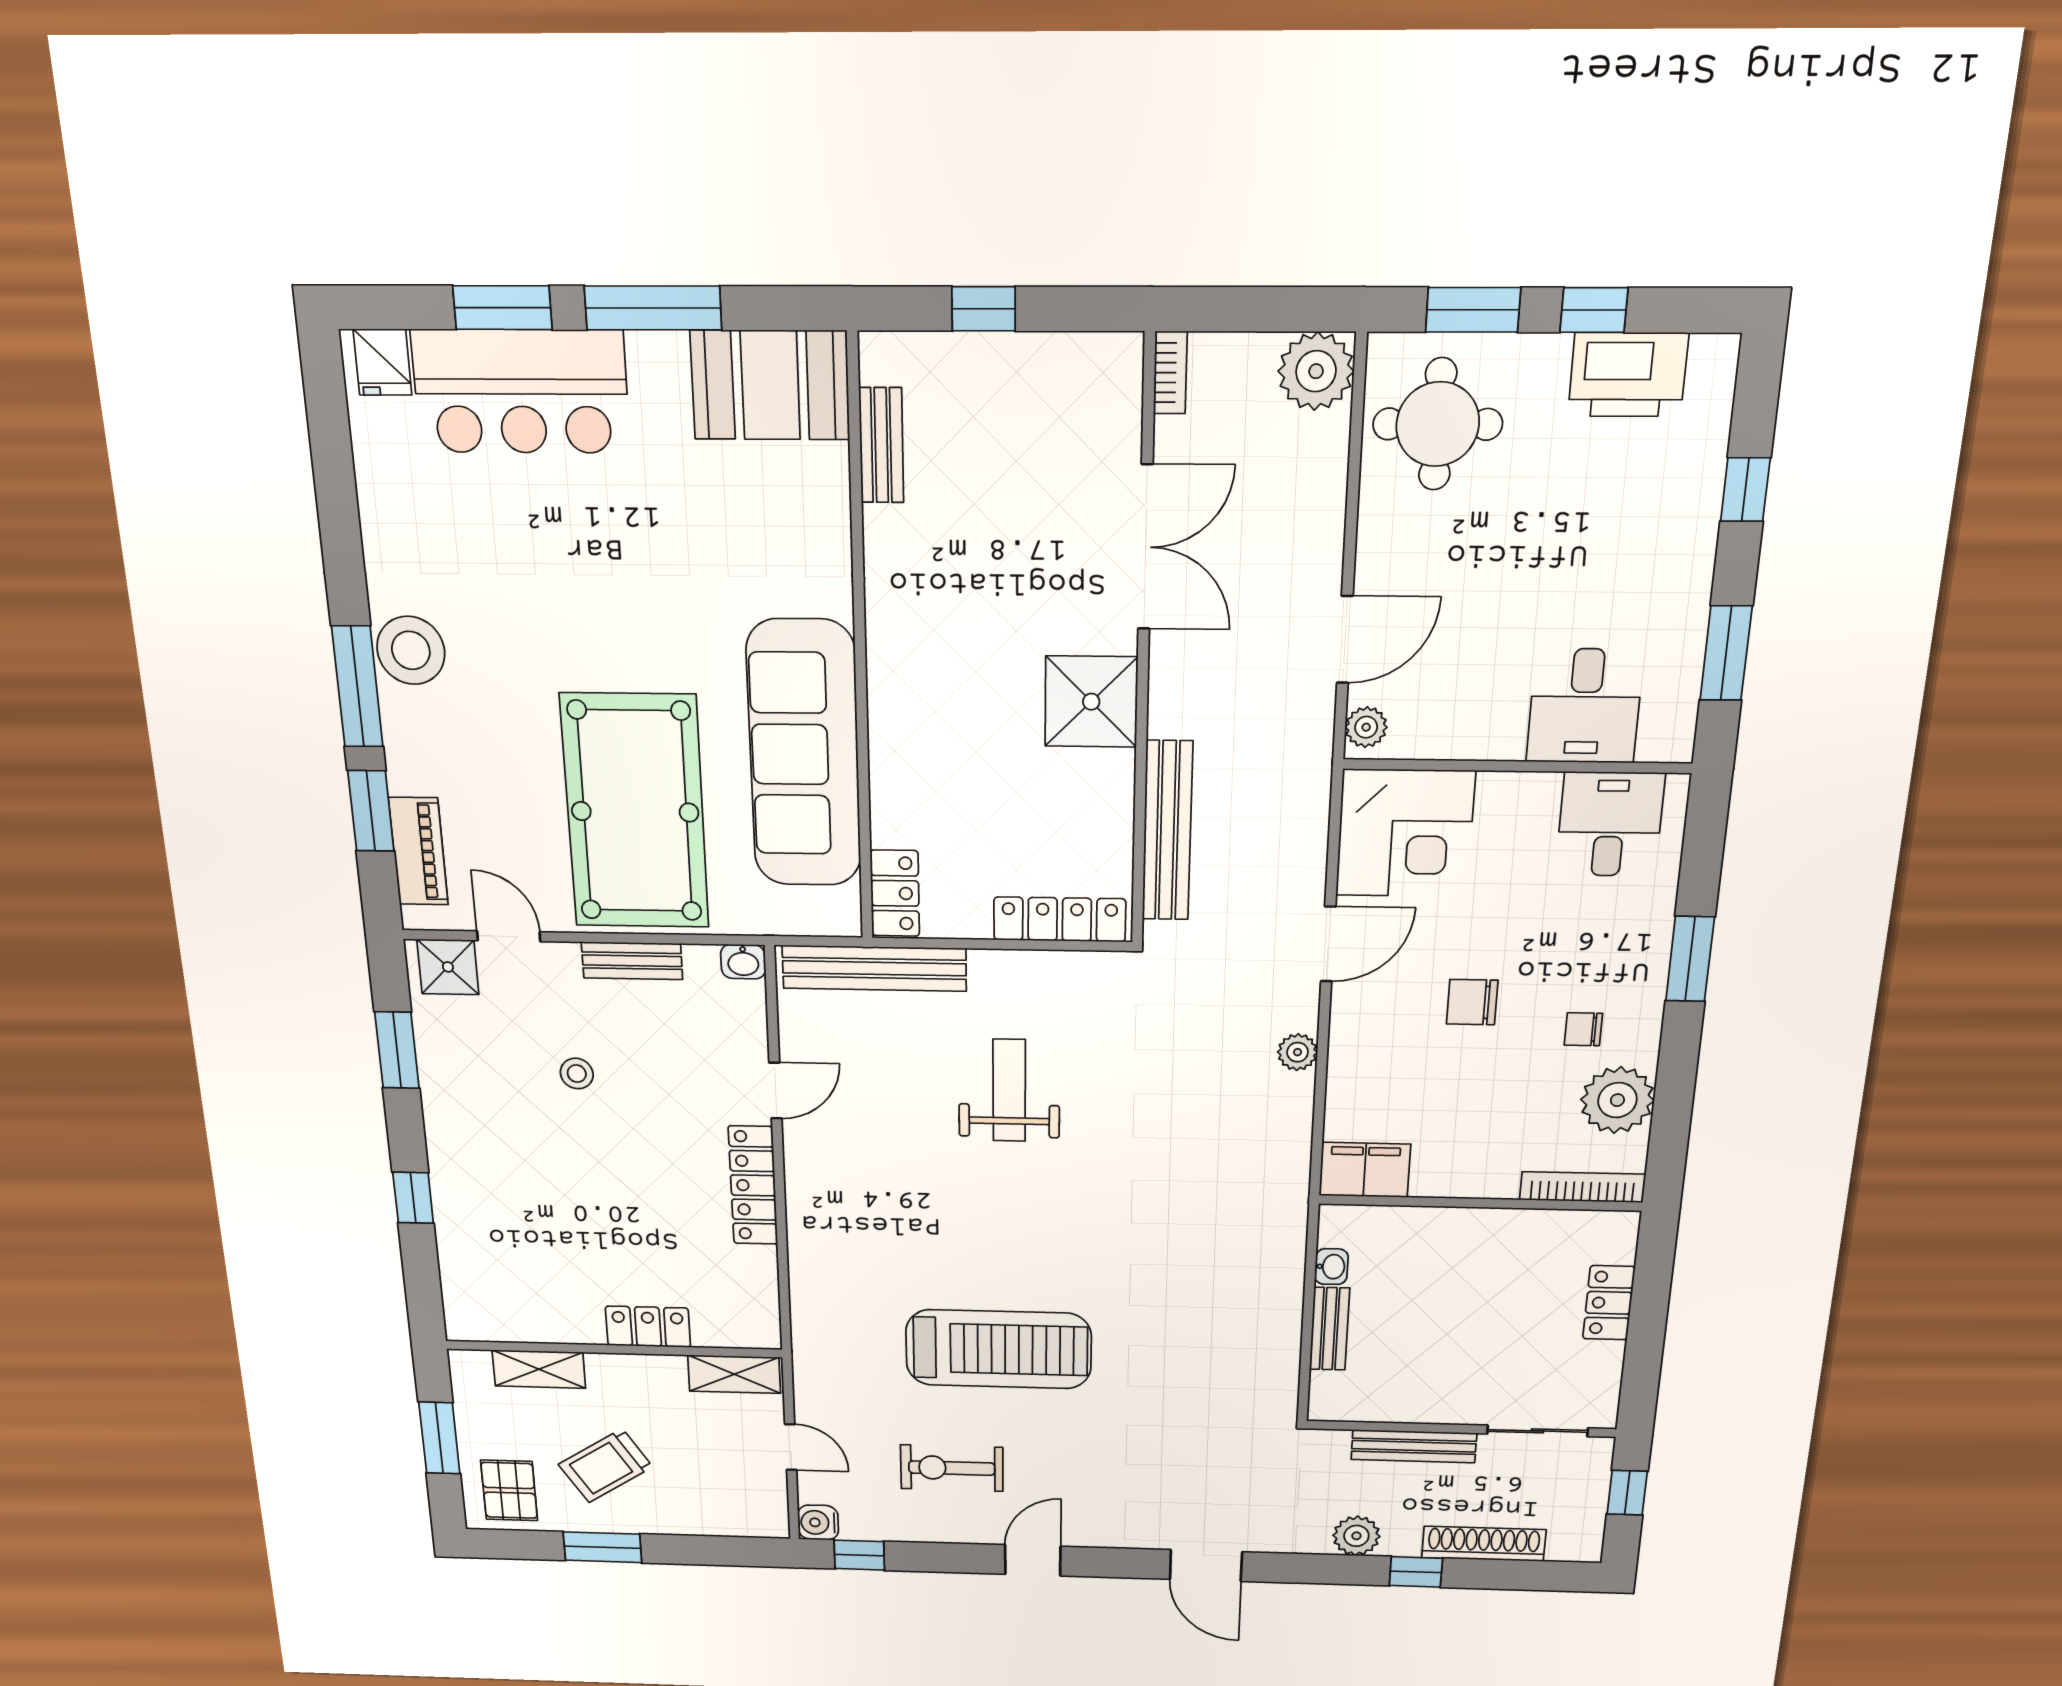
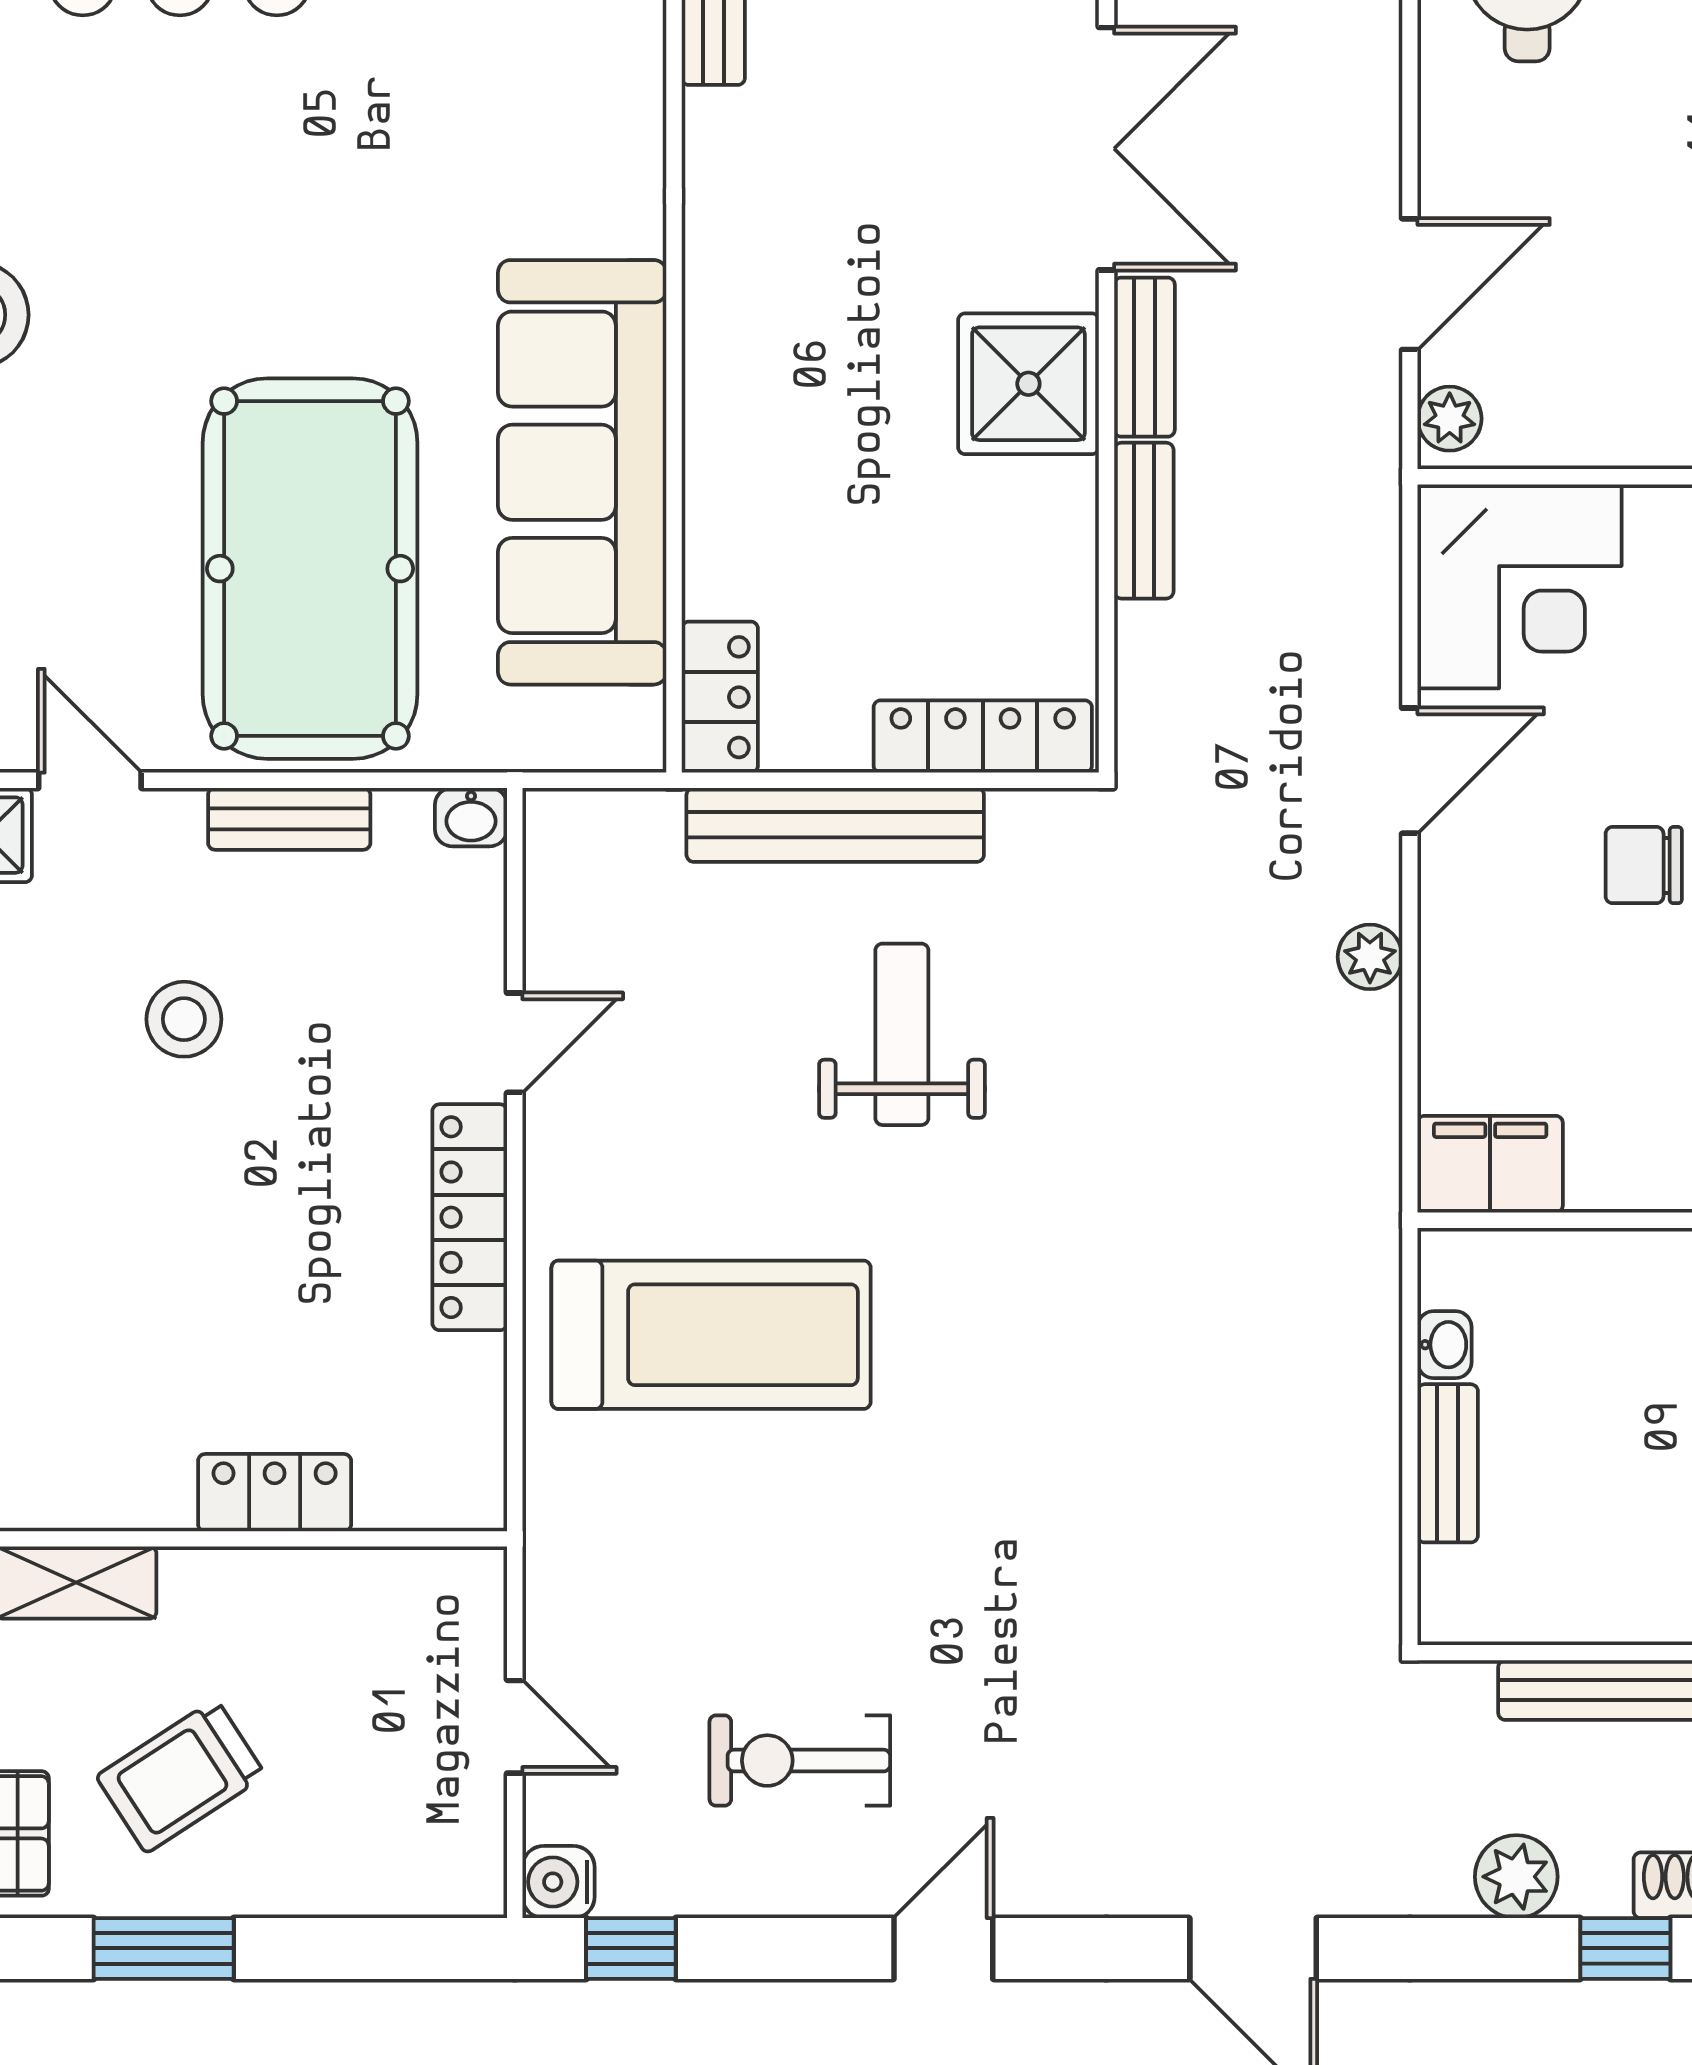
bench: (1167, 685) -> (1144, 357), added
bench: (1167, 831) -> (1144, 521), width x0.54, depth x0.82
bench: (874, 968) -> (835, 825), moved
stool: (577, 1074) -> (184, 1019), width x1.37, depth x1.37
treadmill: (999, 1349) -> (711, 1335), moved
shelving: (734, 1374) -> (421, 1582), removed

